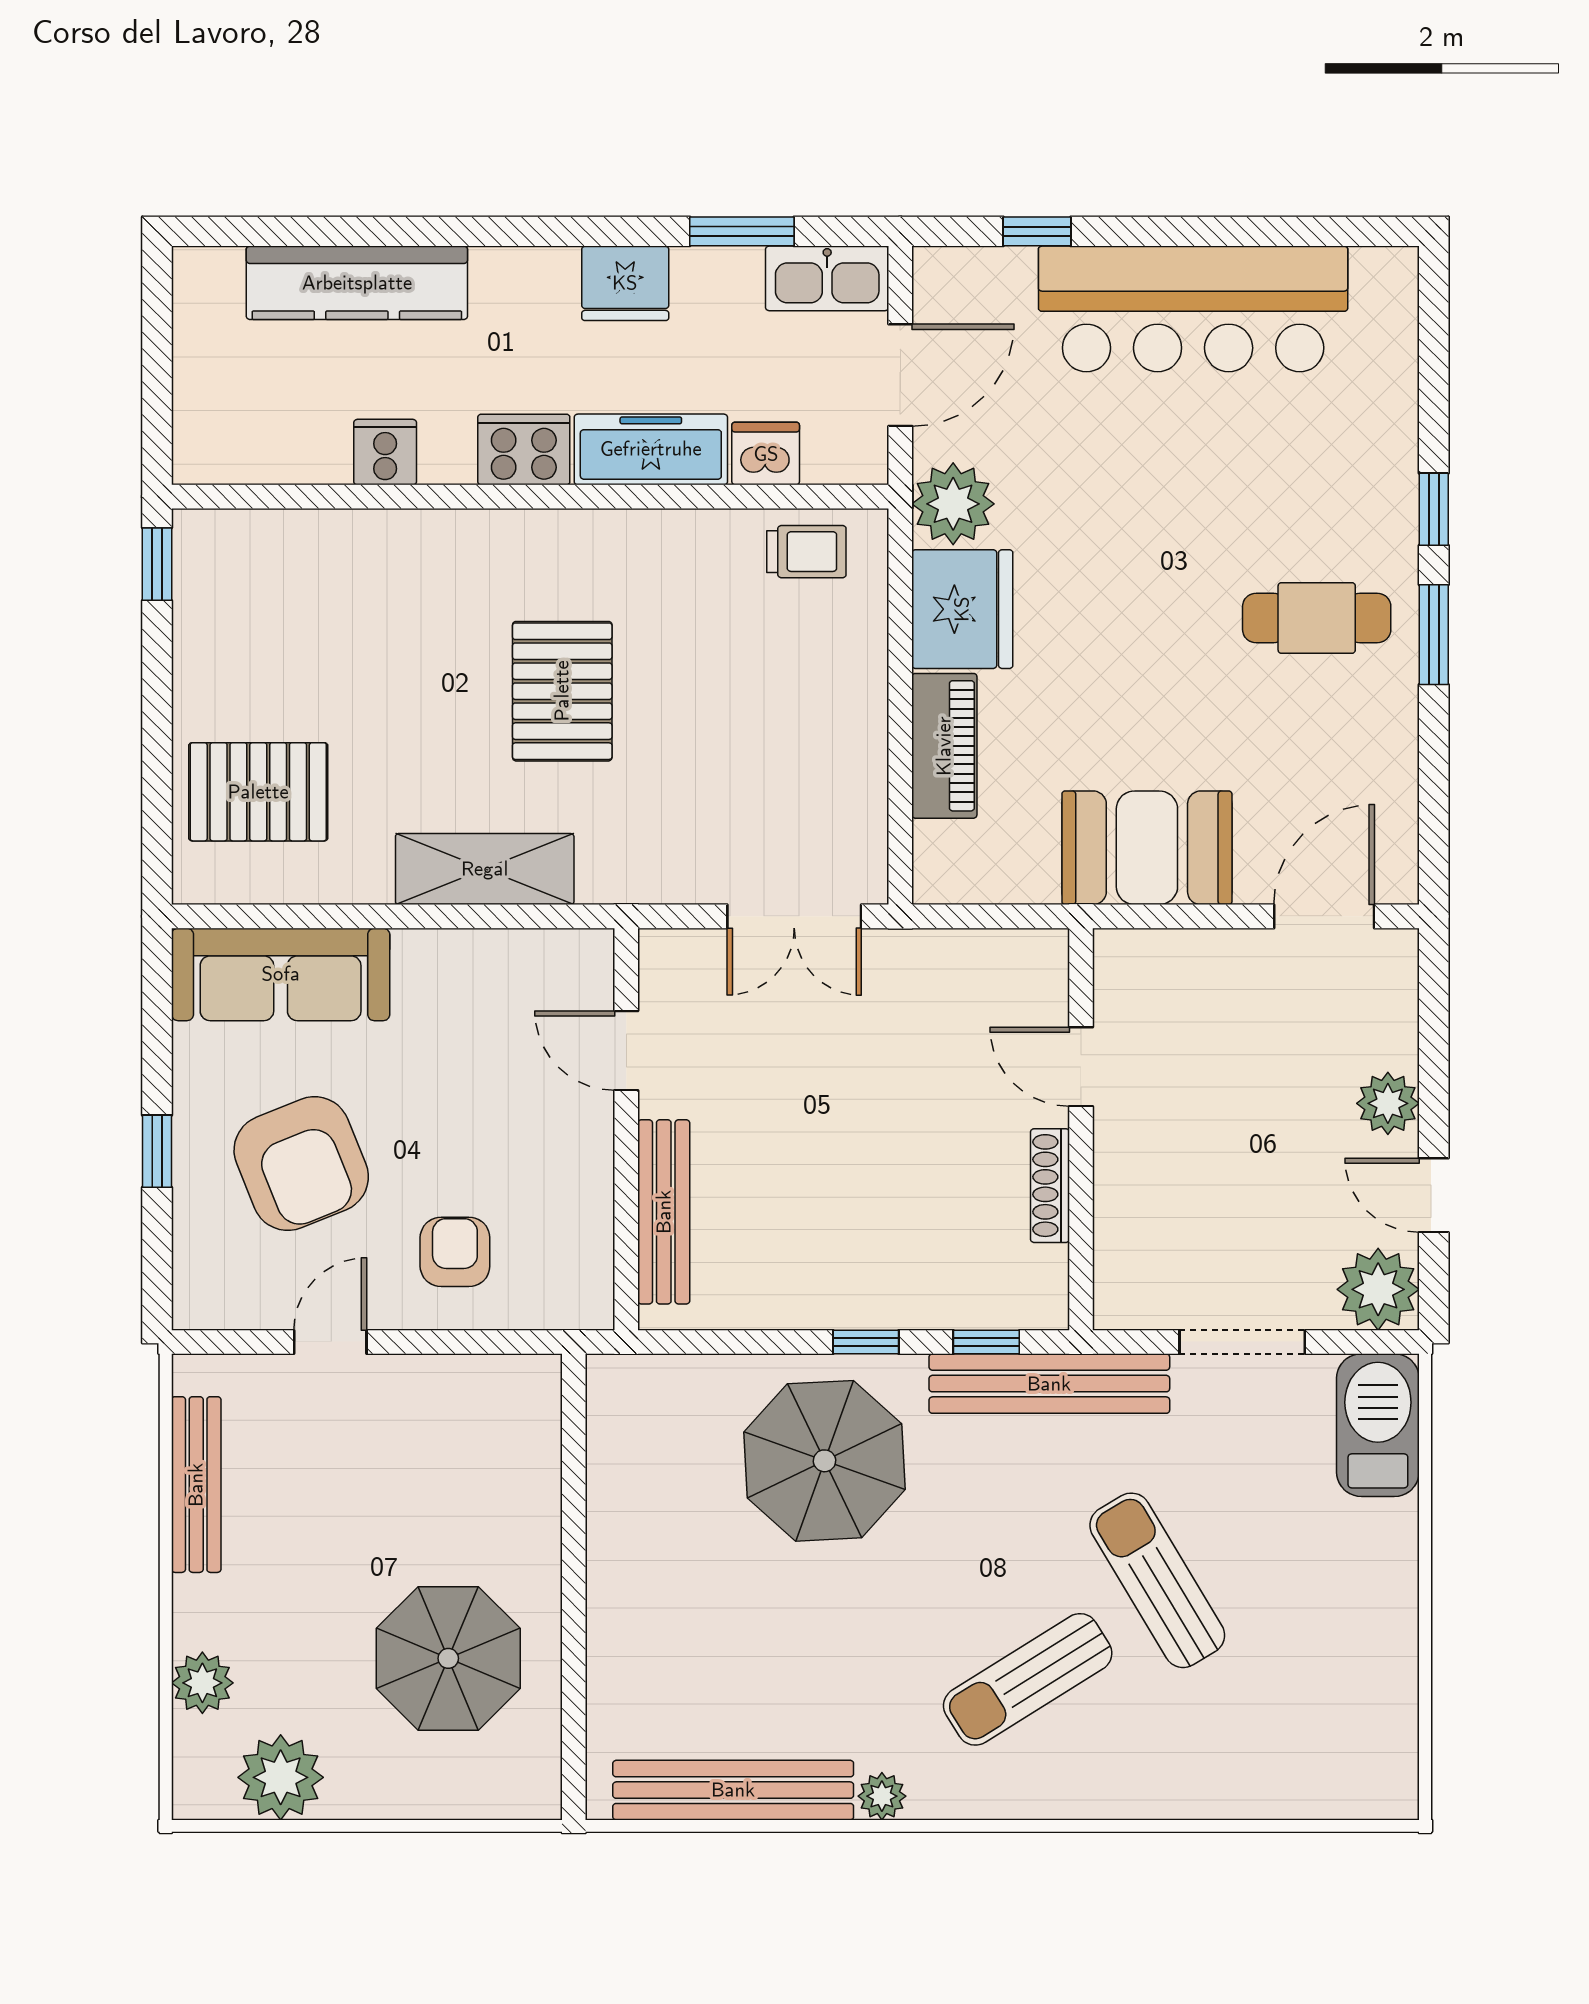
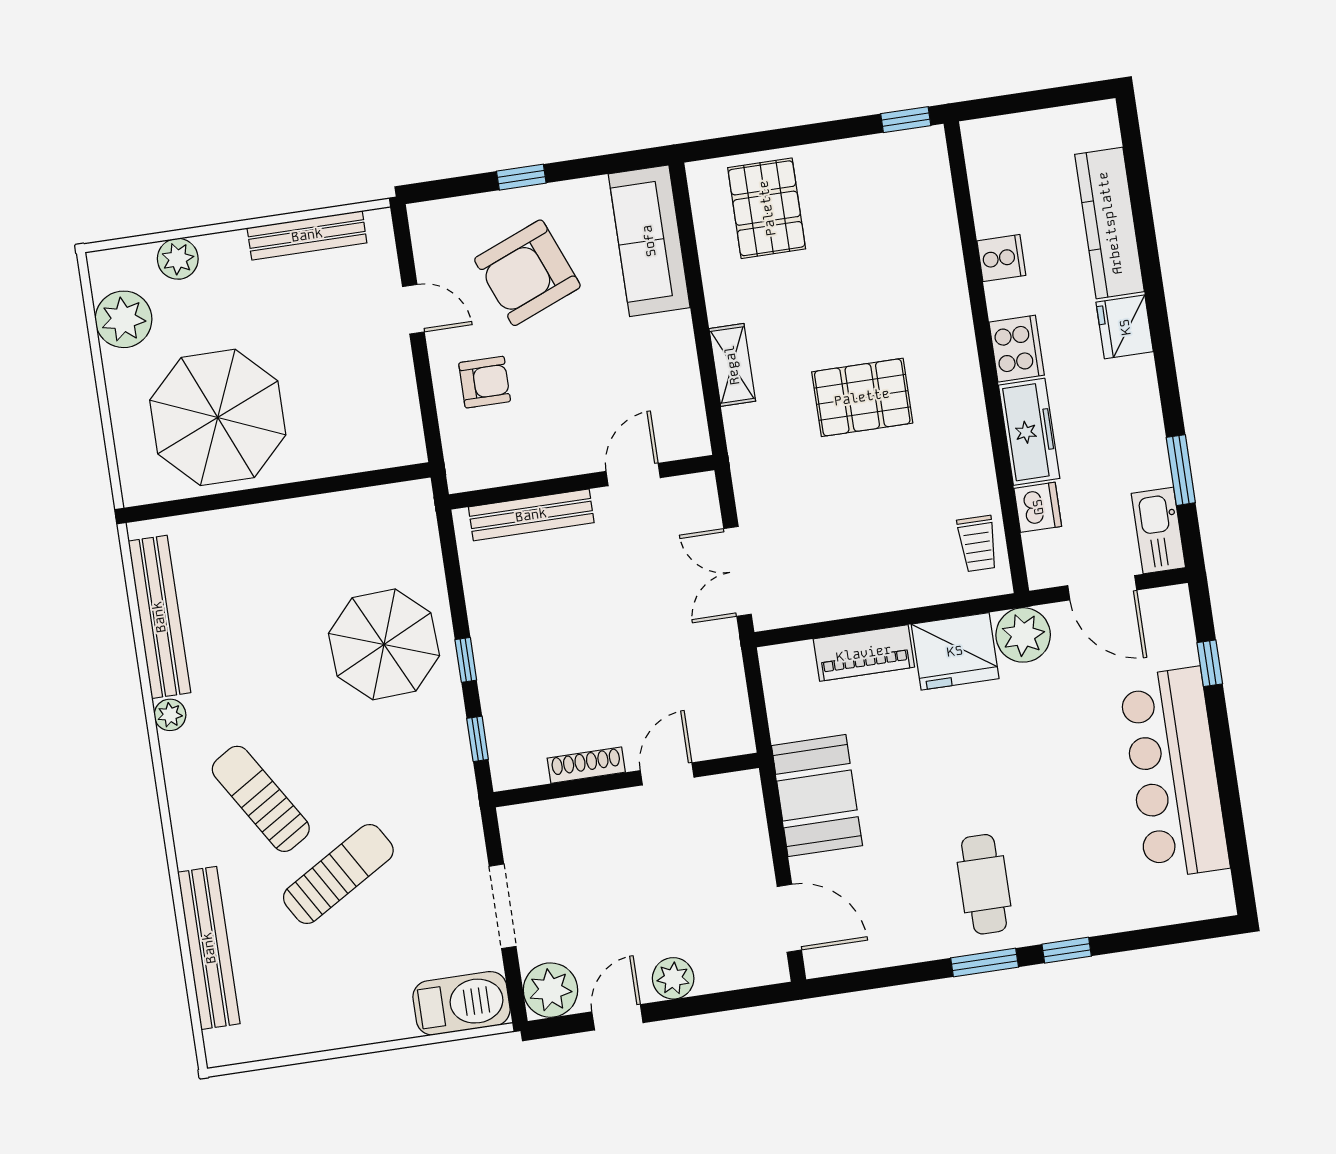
fridge: (625, 283) -> (1125, 327), moved
shelving: (485, 869) -> (732, 365), width x0.67, depth x0.75
bench: (1049, 1384) -> (209, 948), moved
parasol: (448, 1658) -> (218, 417), width x1.36, depth x1.36

